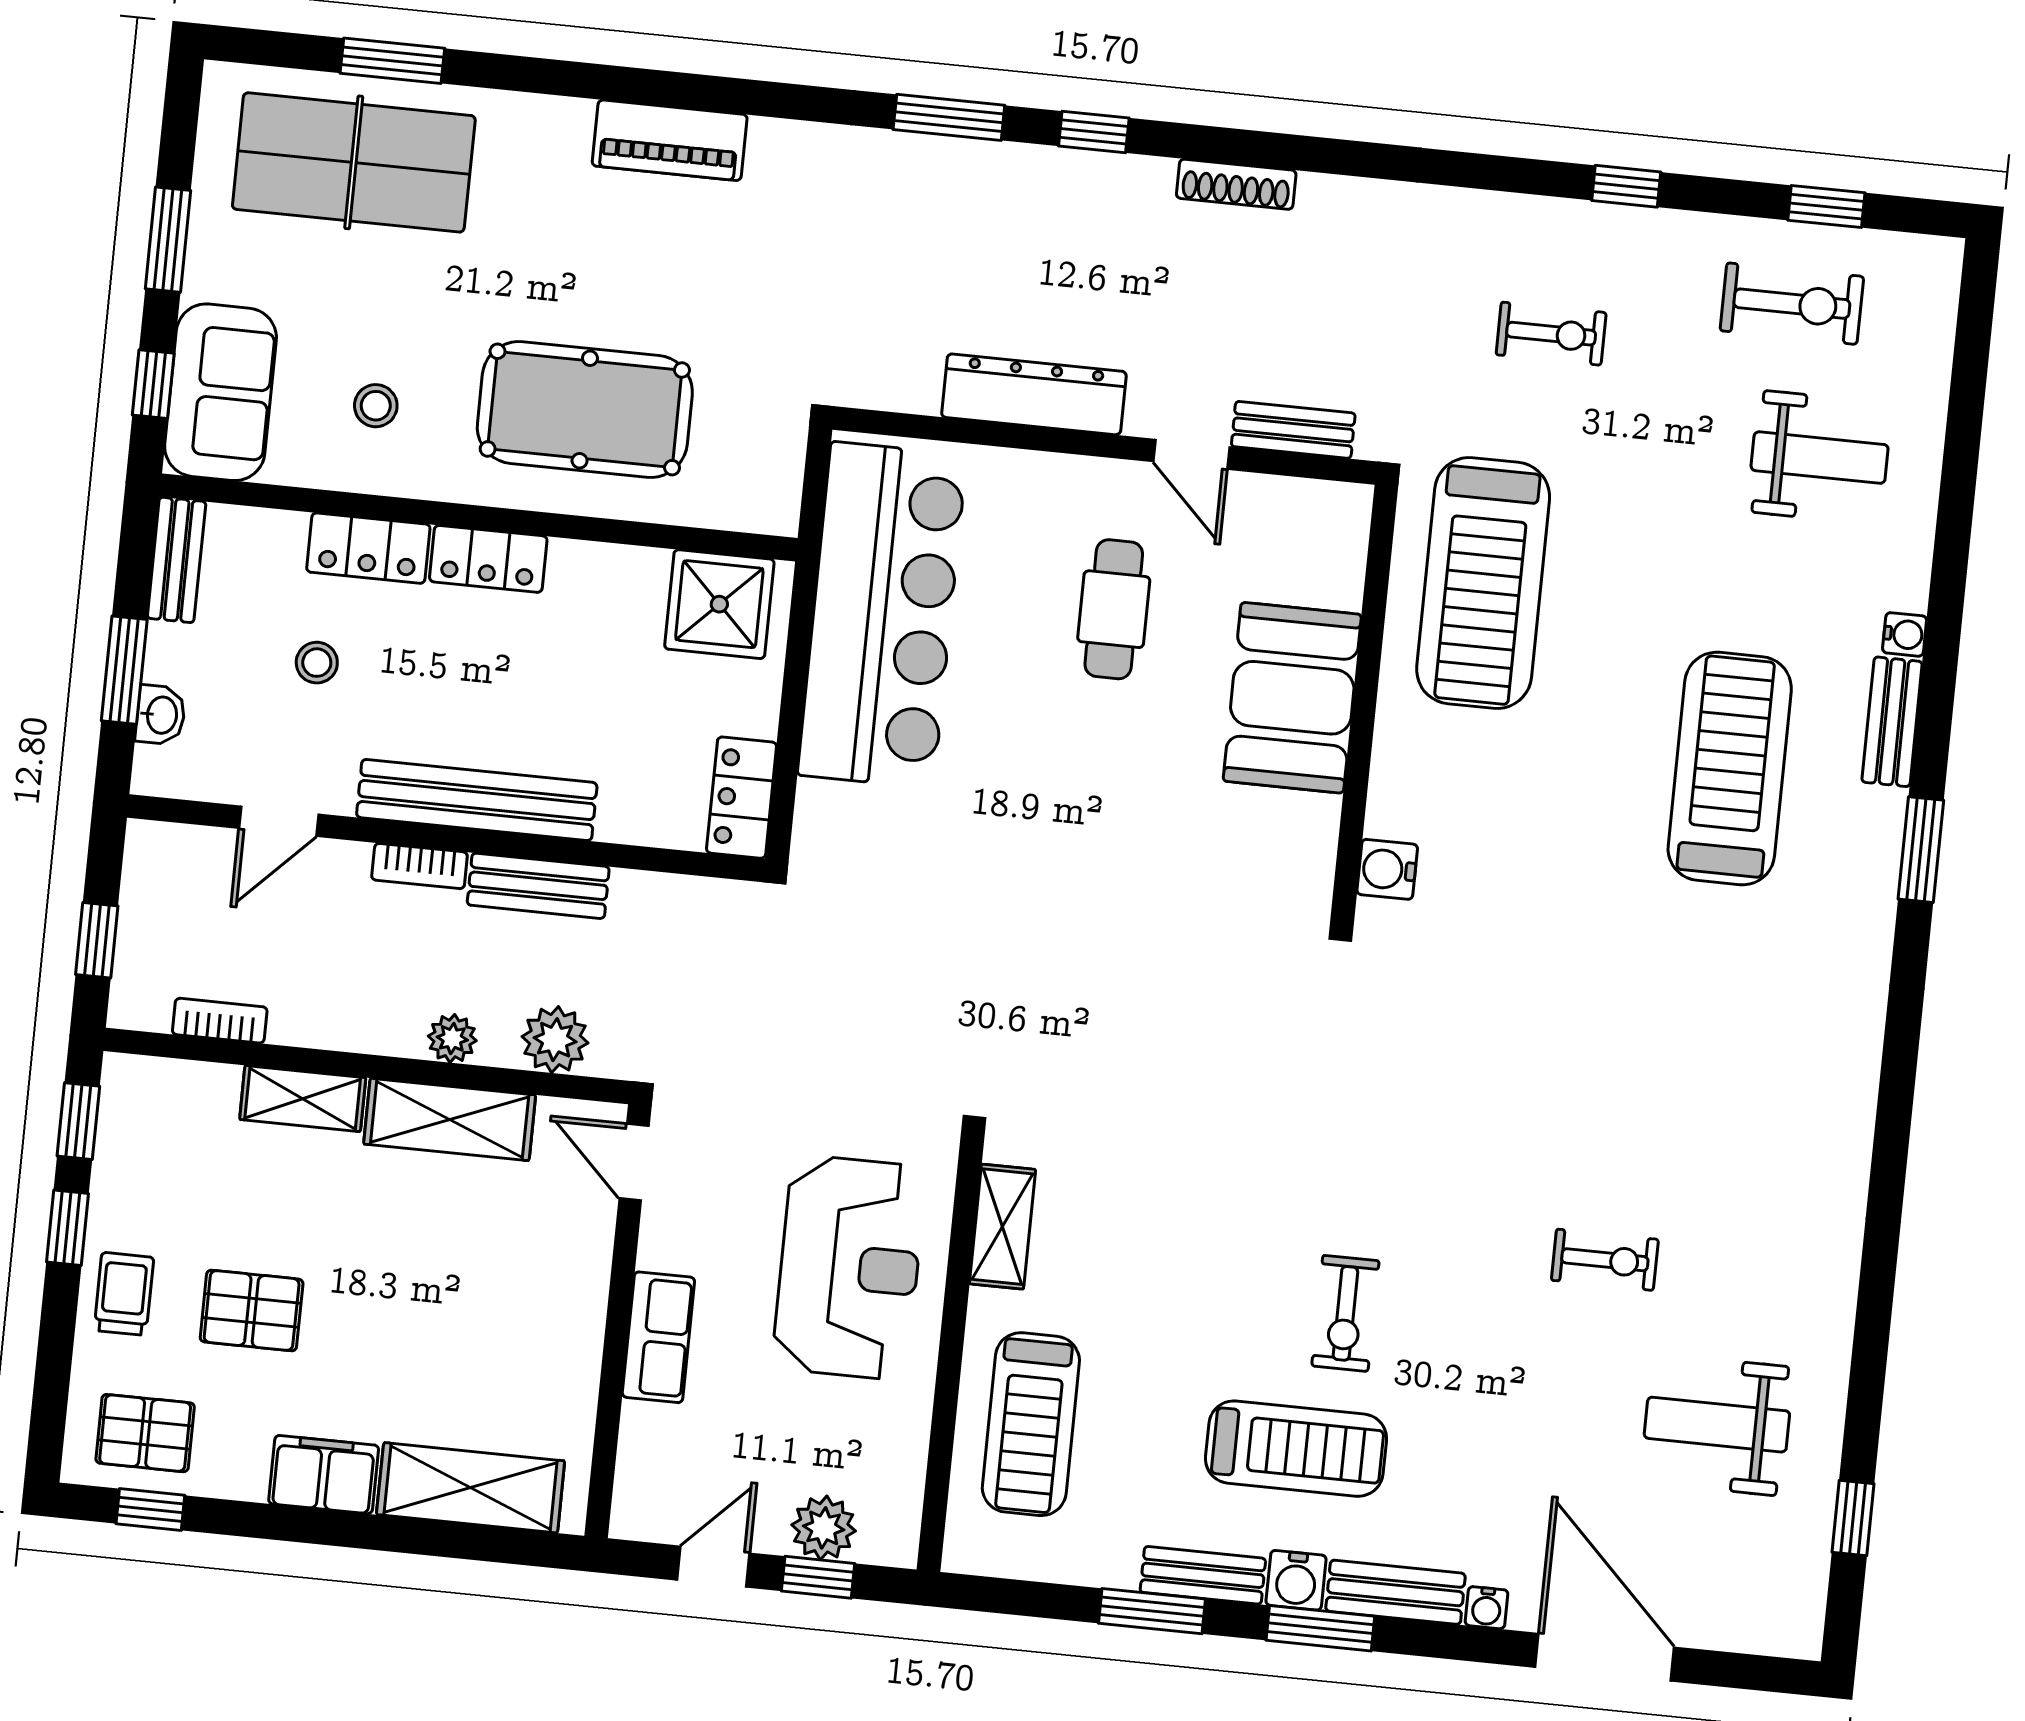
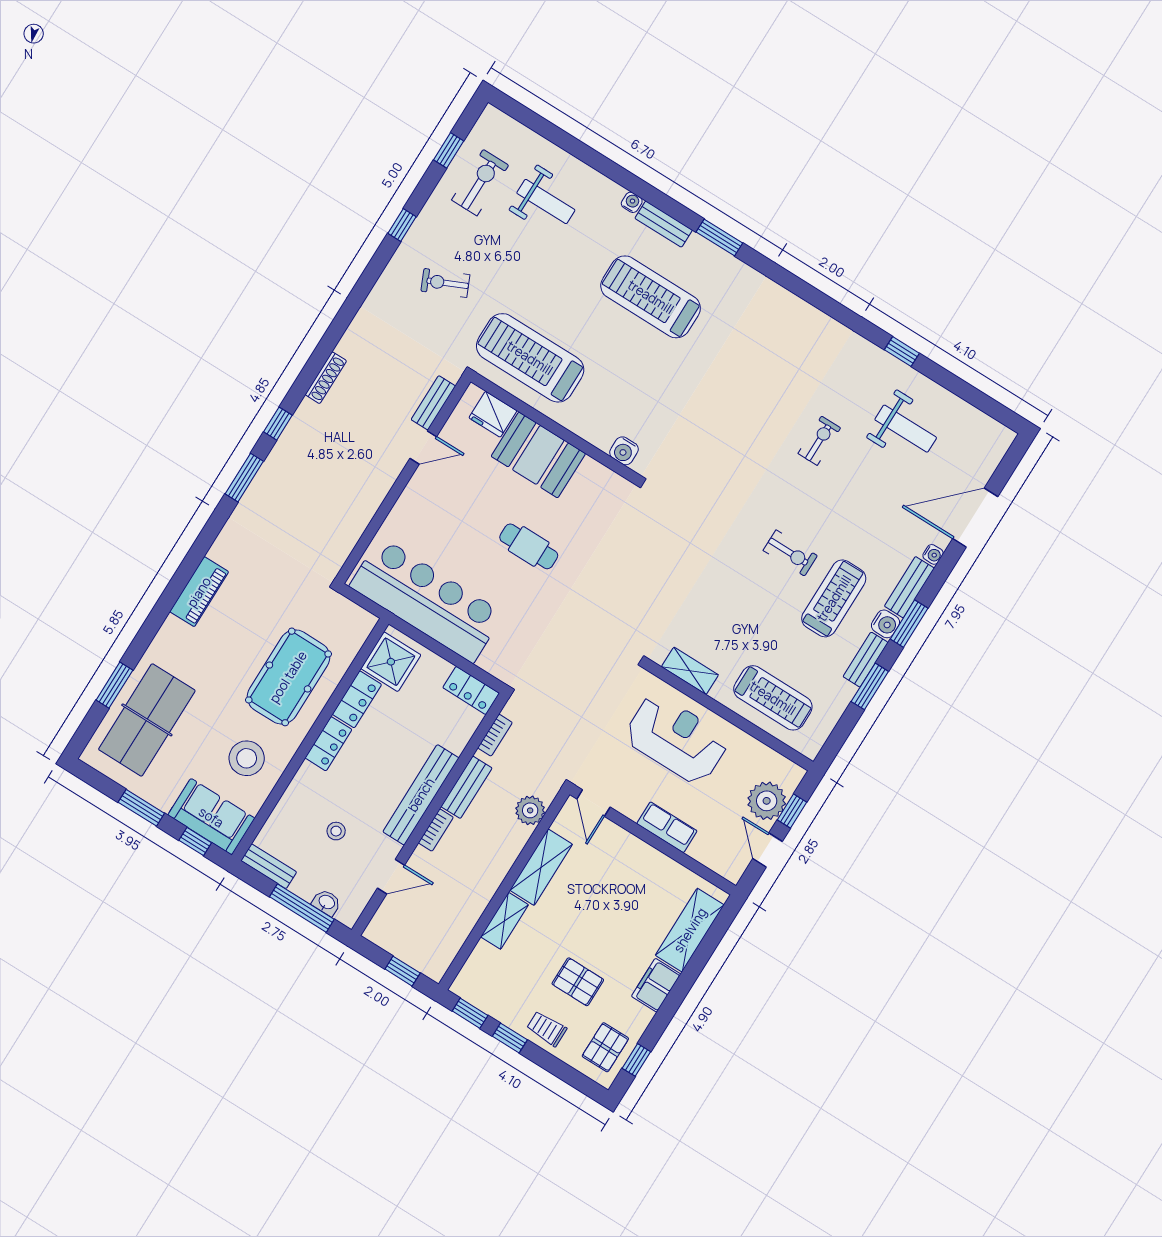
exercise bike: (1551, 334) -> (445, 283), turned -114
dresser: (1034, 394) -> (369, 498), removed
stool: (376, 406) -> (247, 758), width x1.89, depth x1.89
weight bench: (1820, 458) -> (546, 202), turned 90
locker: (368, 548) -> (357, 699), moved
fridge: (1330, 564) -> (493, 414), added
treadmill: (1483, 583) -> (530, 358), turned 180
cafe table: (1114, 609) -> (529, 546), moved
window: (124, 670) -> (302, 908), width x1.44
door: (279, 821) -> (391, 877), hinge flipped
bookcase: (220, 1021) -> (495, 735), moved, turned 180
plant: (452, 1038) -> (510, 850), removed
door: (634, 1162) -> (593, 803), hinge flipped
pallet: (252, 1311) -> (578, 982), turned 90
weight bench: (1717, 1425) -> (906, 429), turned -90
window: (1853, 1518) -> (902, 352), moved
plant: (824, 1528) -> (767, 801), width x1.36, depth x1.36

